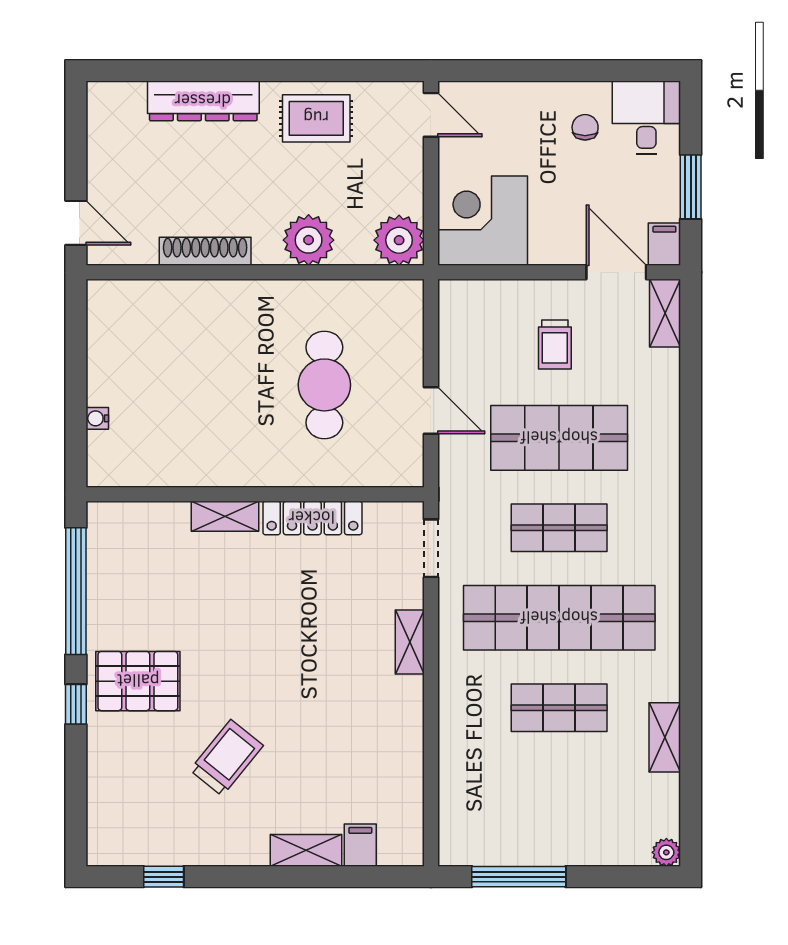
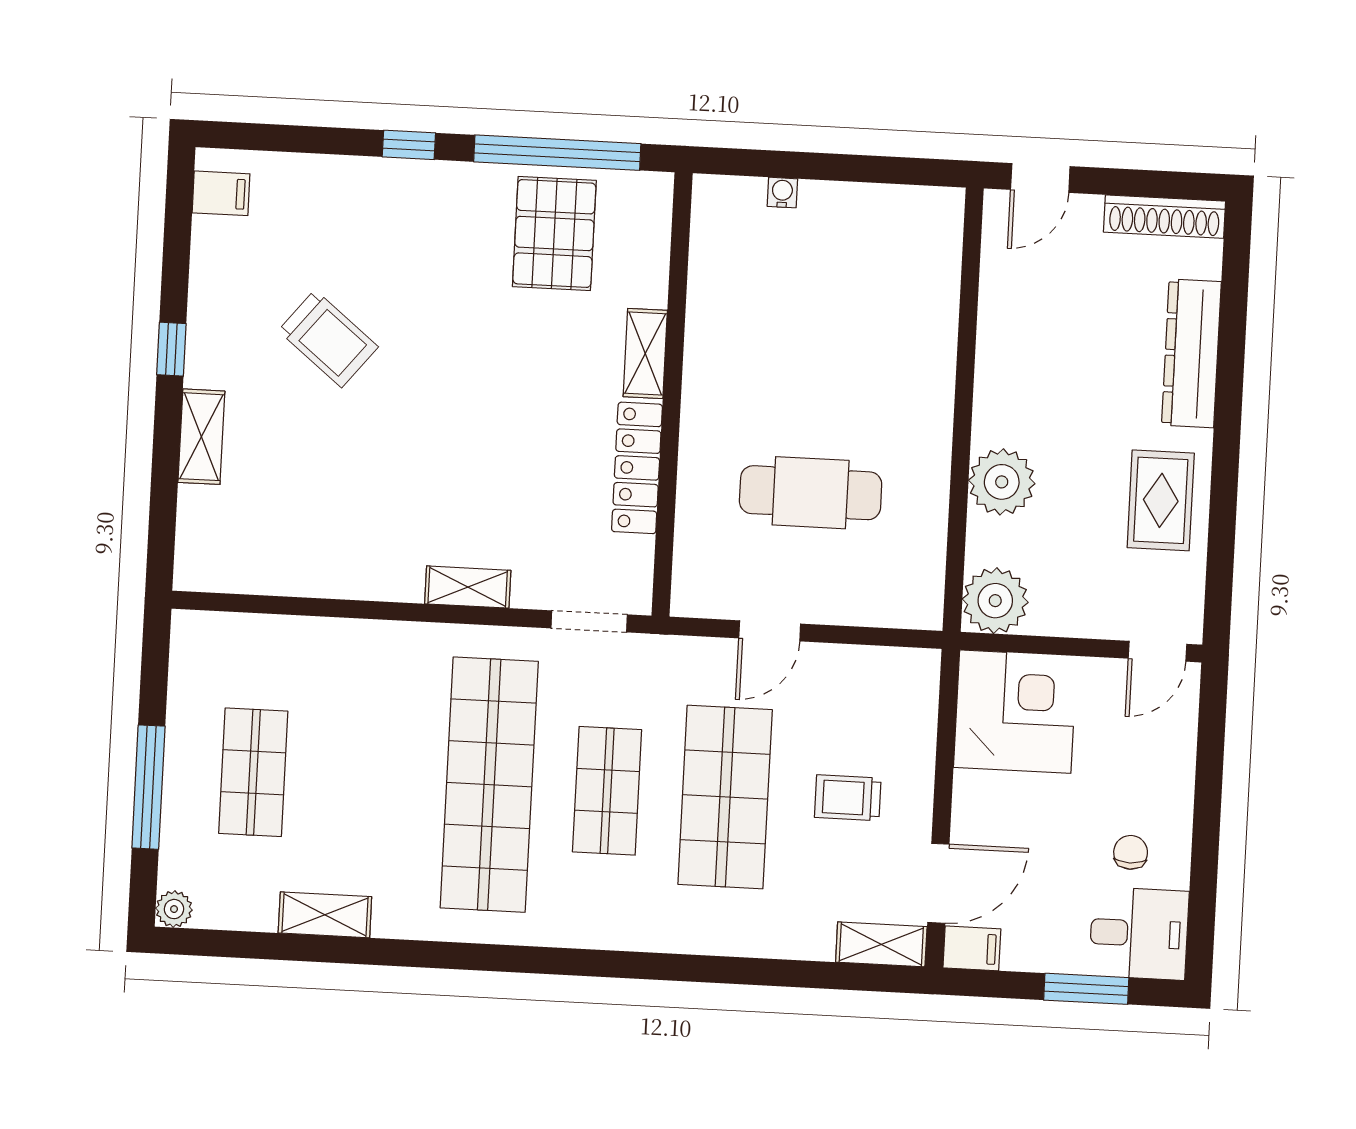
chair: (585, 127) -> (1131, 852), turned -90
window: (691, 187) -> (1086, 989), moved
shoe rack: (205, 251) -> (1164, 217), moved, turned 90
pallet: (138, 681) -> (554, 233), moved
shop shelf: (559, 708) -> (253, 772), moved
filing cabinet: (360, 845) -> (221, 193), moved
window: (164, 877) -> (171, 349), moved
window: (519, 877) -> (148, 787), moved

